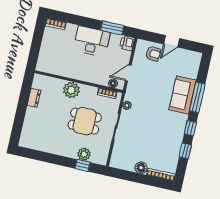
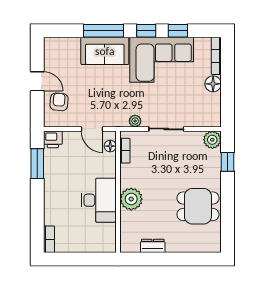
desk: (92, 41) -> (99, 200), moved, turned 180
dining table: (85, 121) -> (198, 206), moved, turned 90
corner sofa: (167, 135) -> (162, 60), added
plant: (84, 154) -> (212, 140), moved

